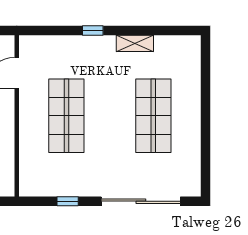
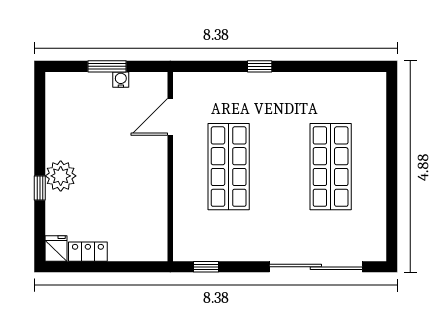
shelving: (135, 43) -> (309, 82), removed
window: (68, 201) -> (206, 267), moved

